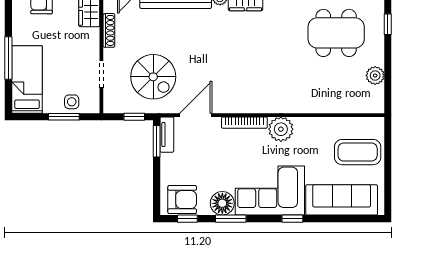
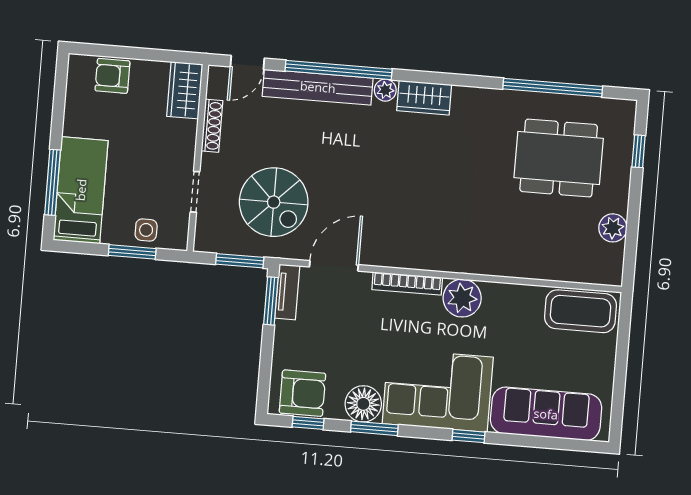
window: (8, 58) -> (53, 182), moved
window: (134, 117) -> (240, 261), width x1.50
coffee table: (358, 152) -> (580, 311), moved

